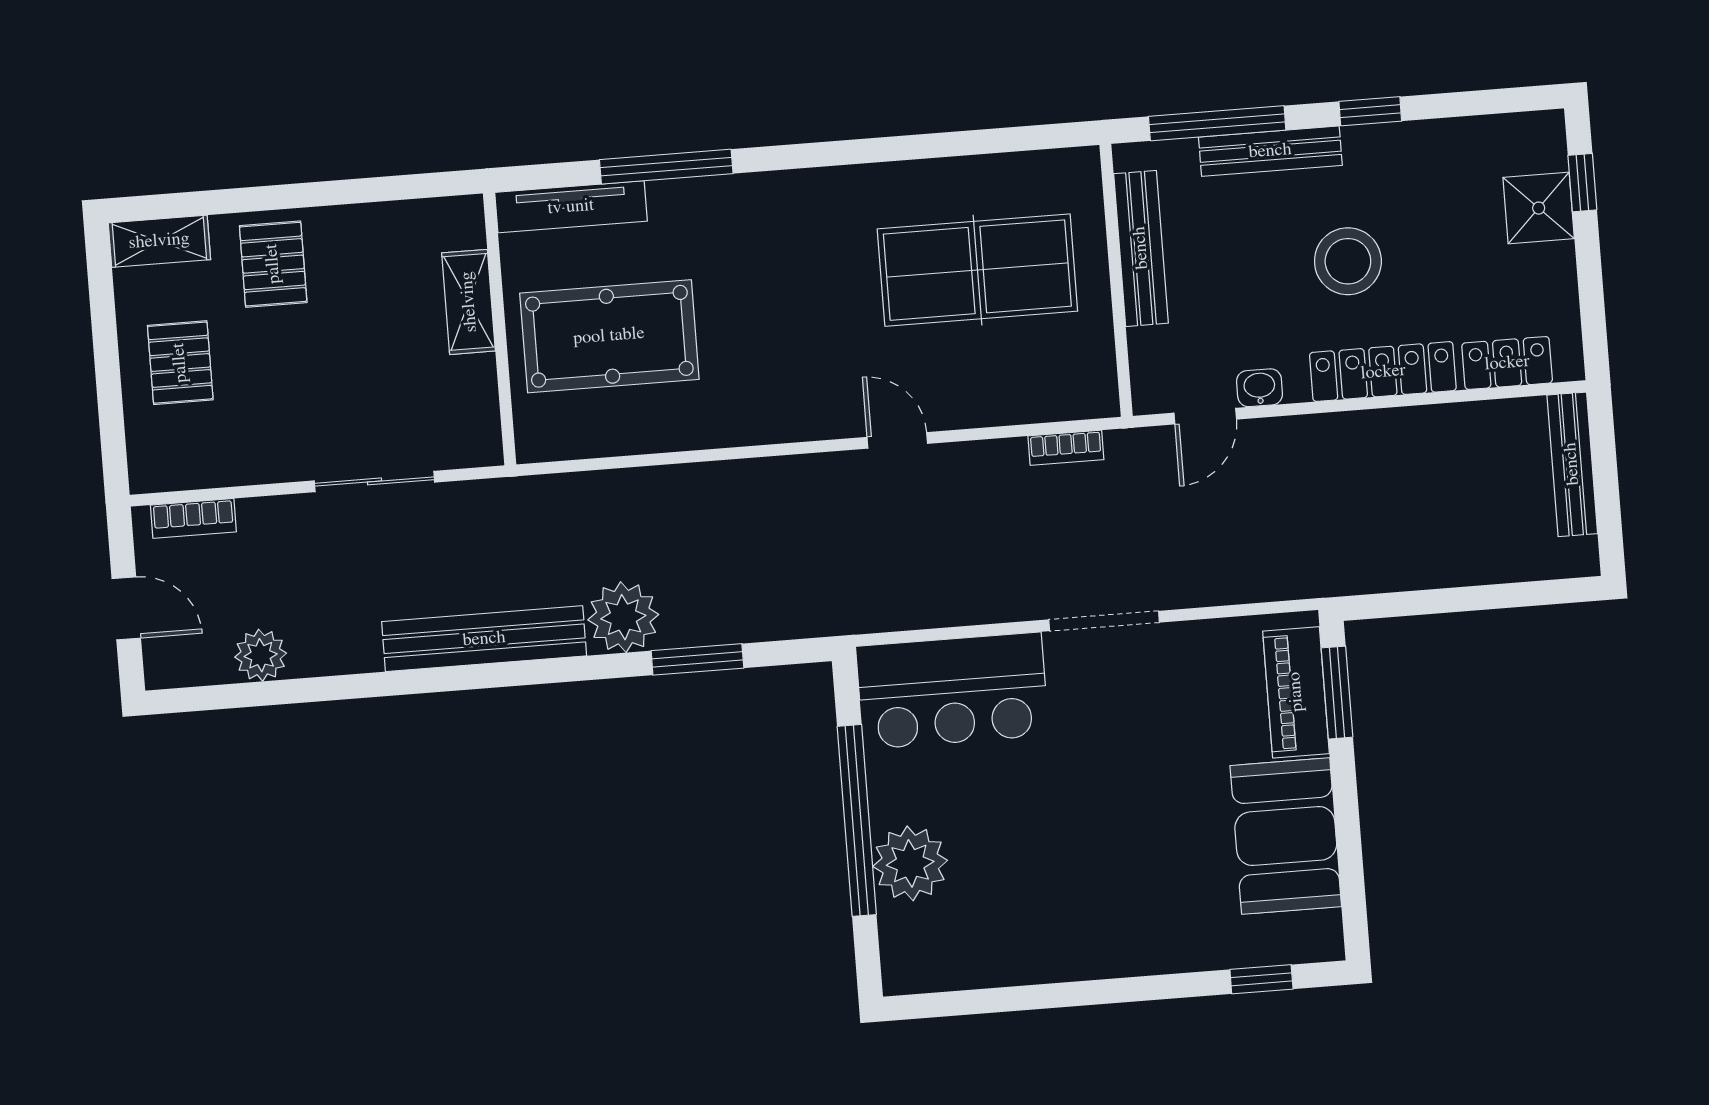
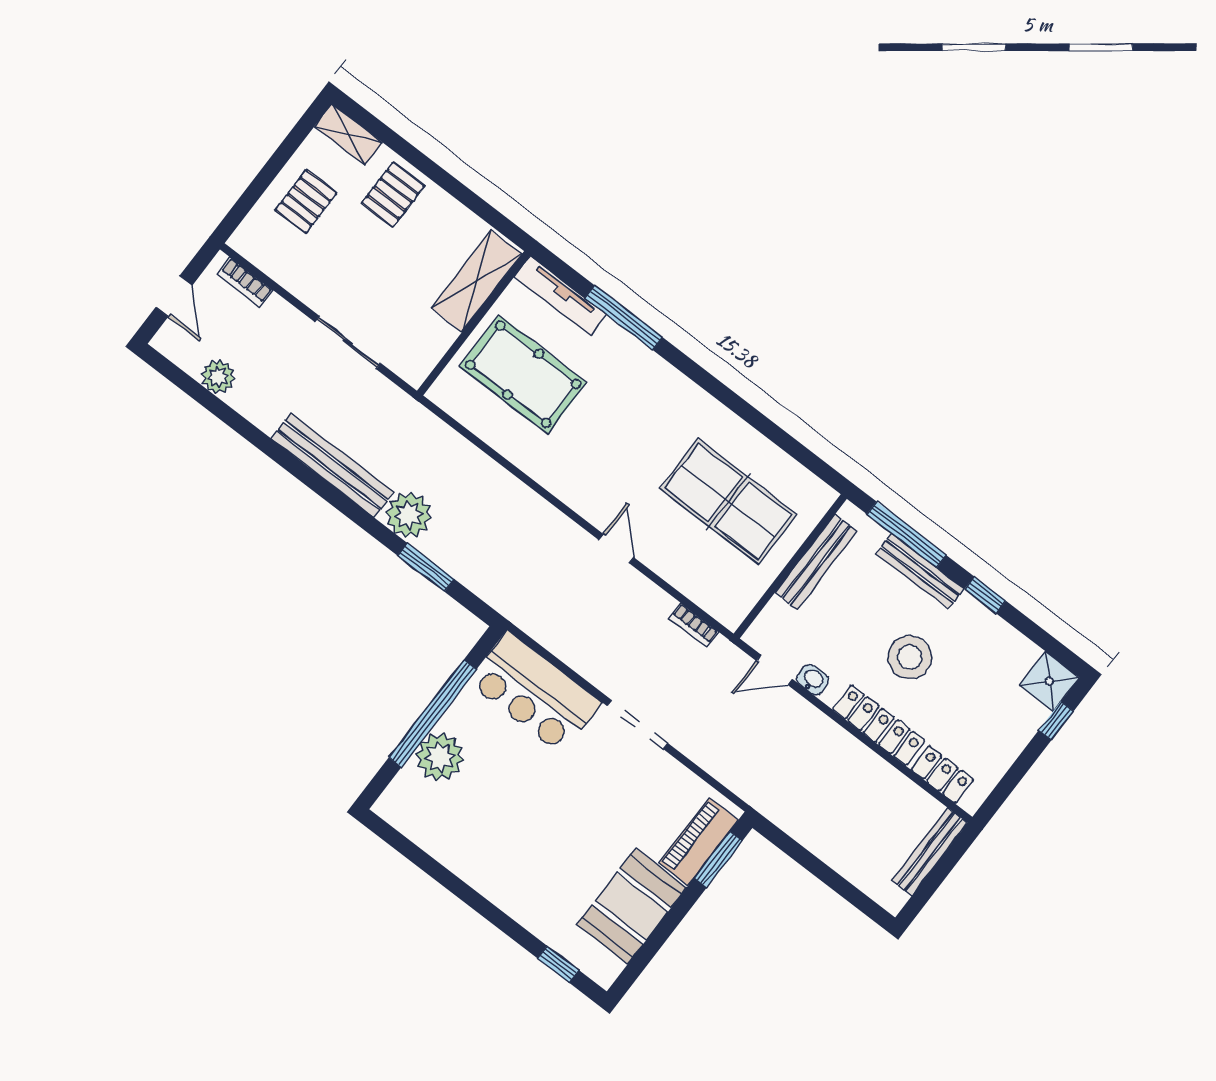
shower: (1539, 208) -> (1049, 681), moved
shelving: (469, 302) -> (477, 281), width x1.50, depth x1.33

